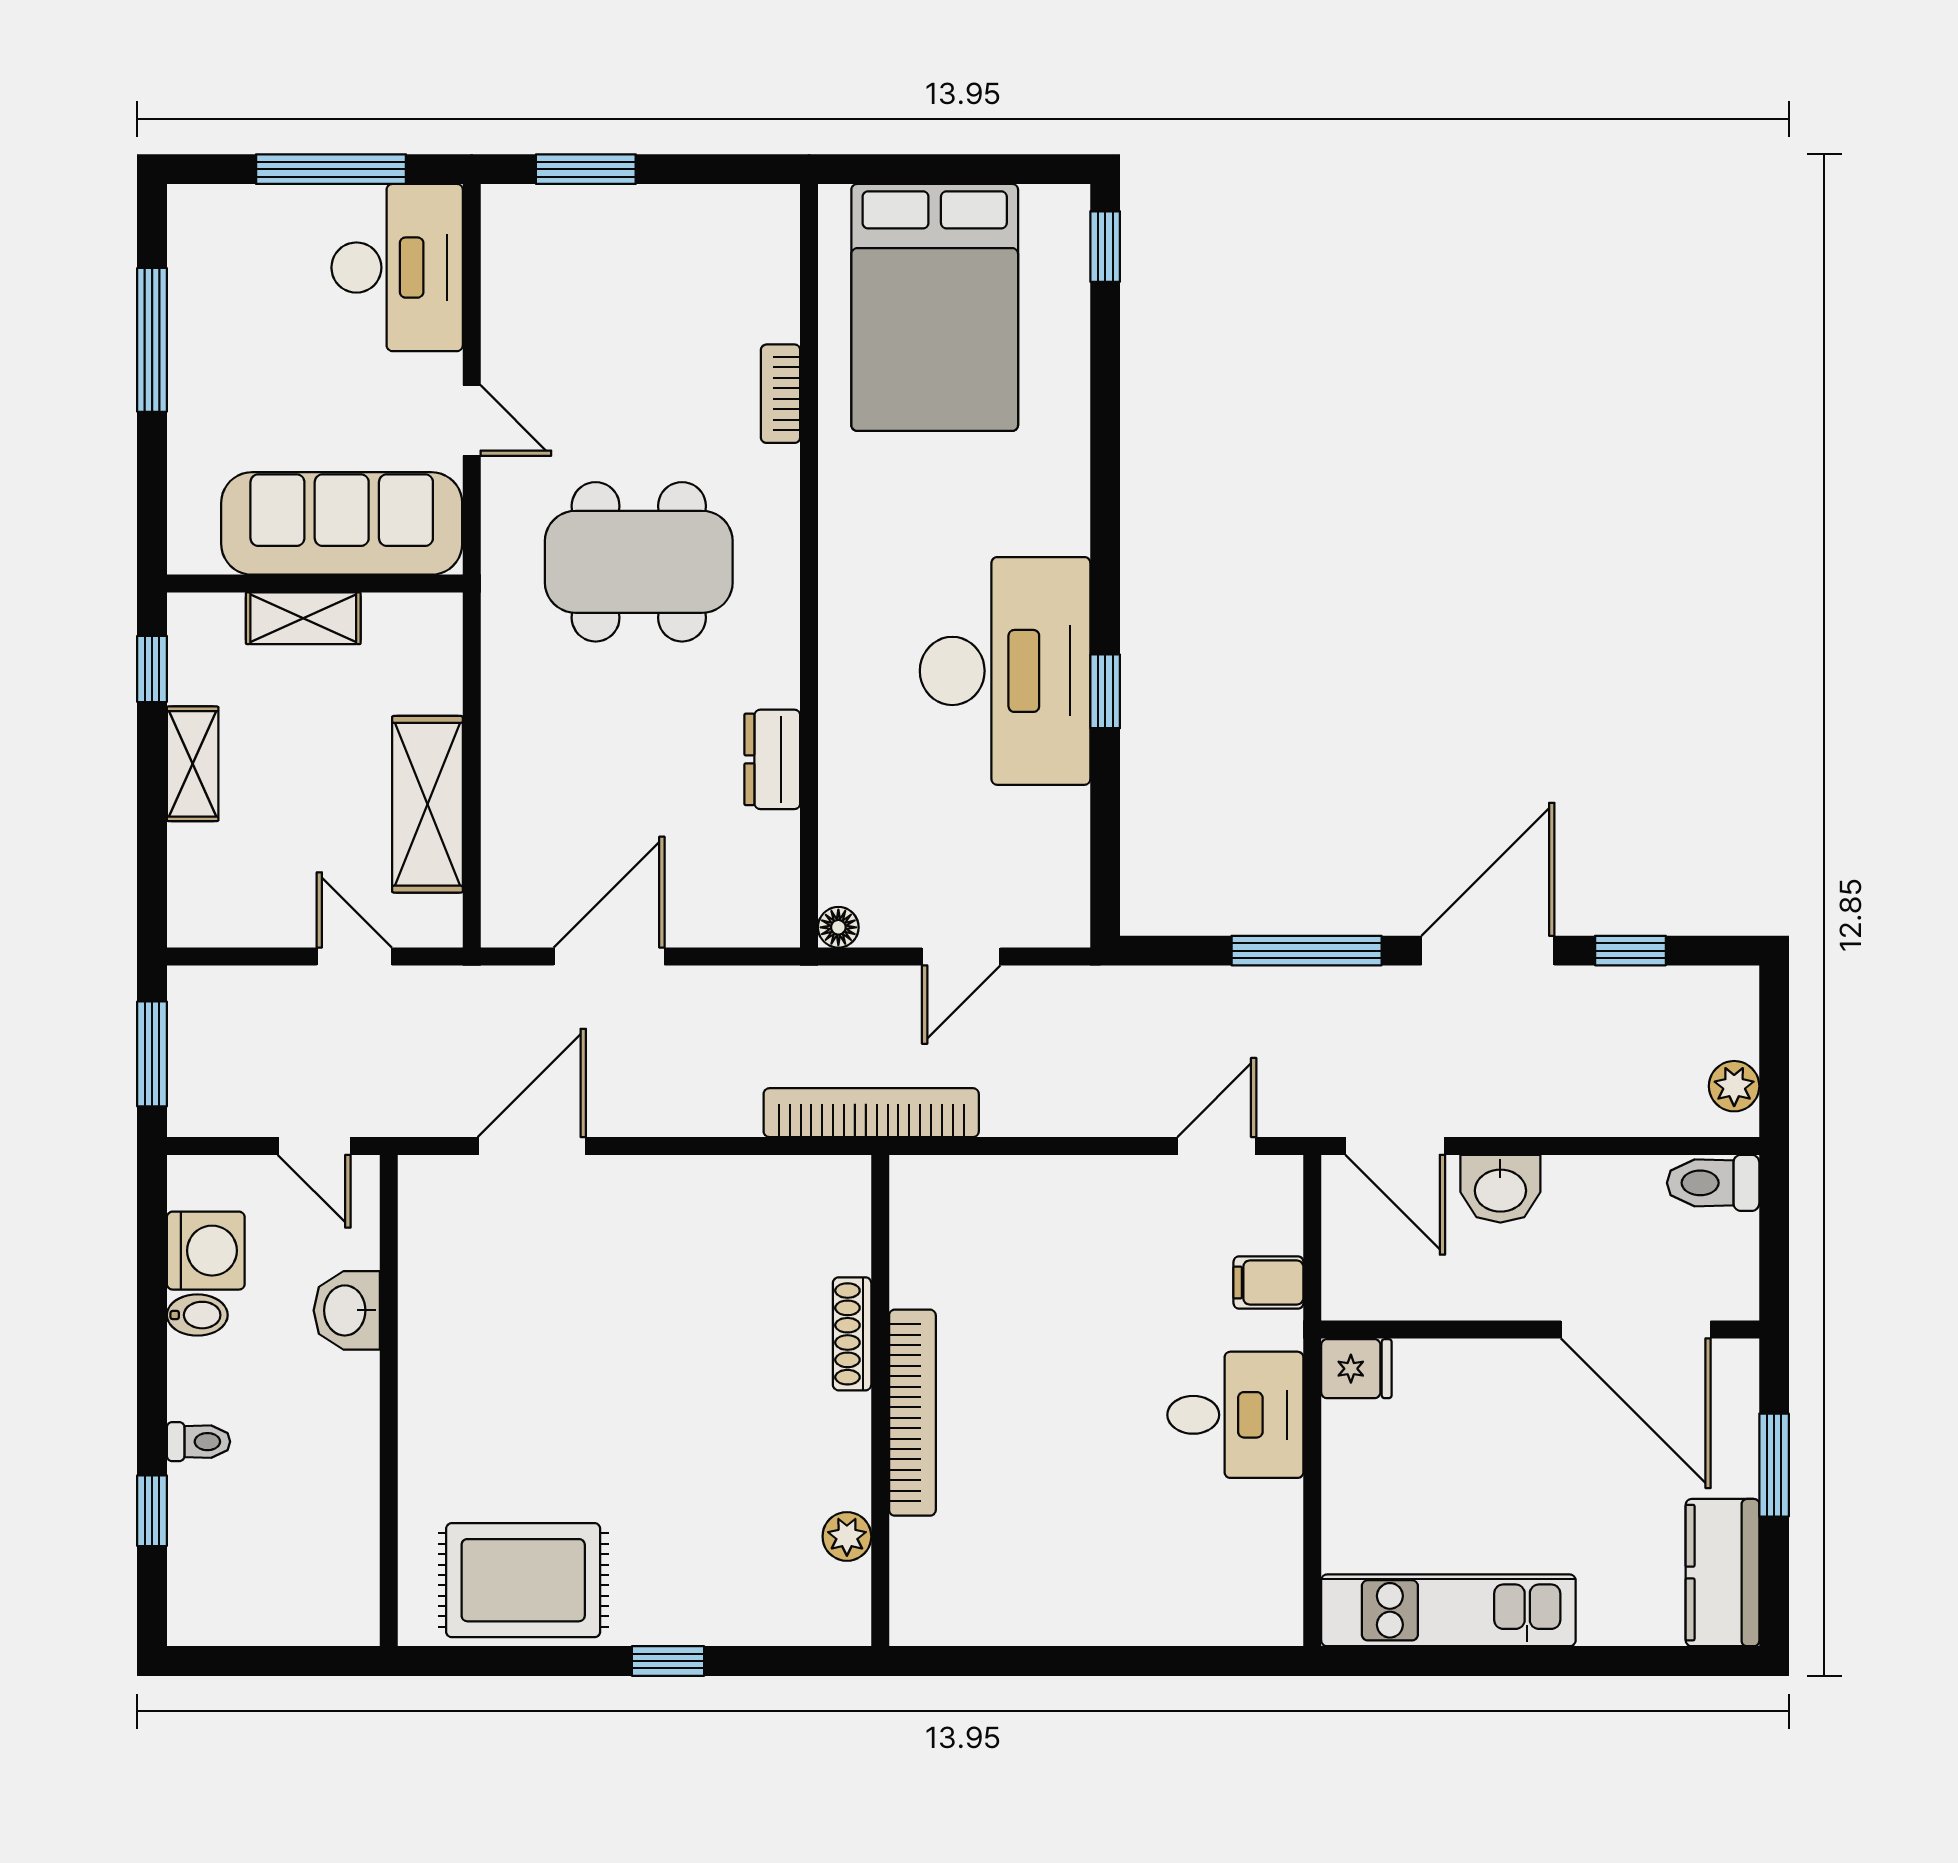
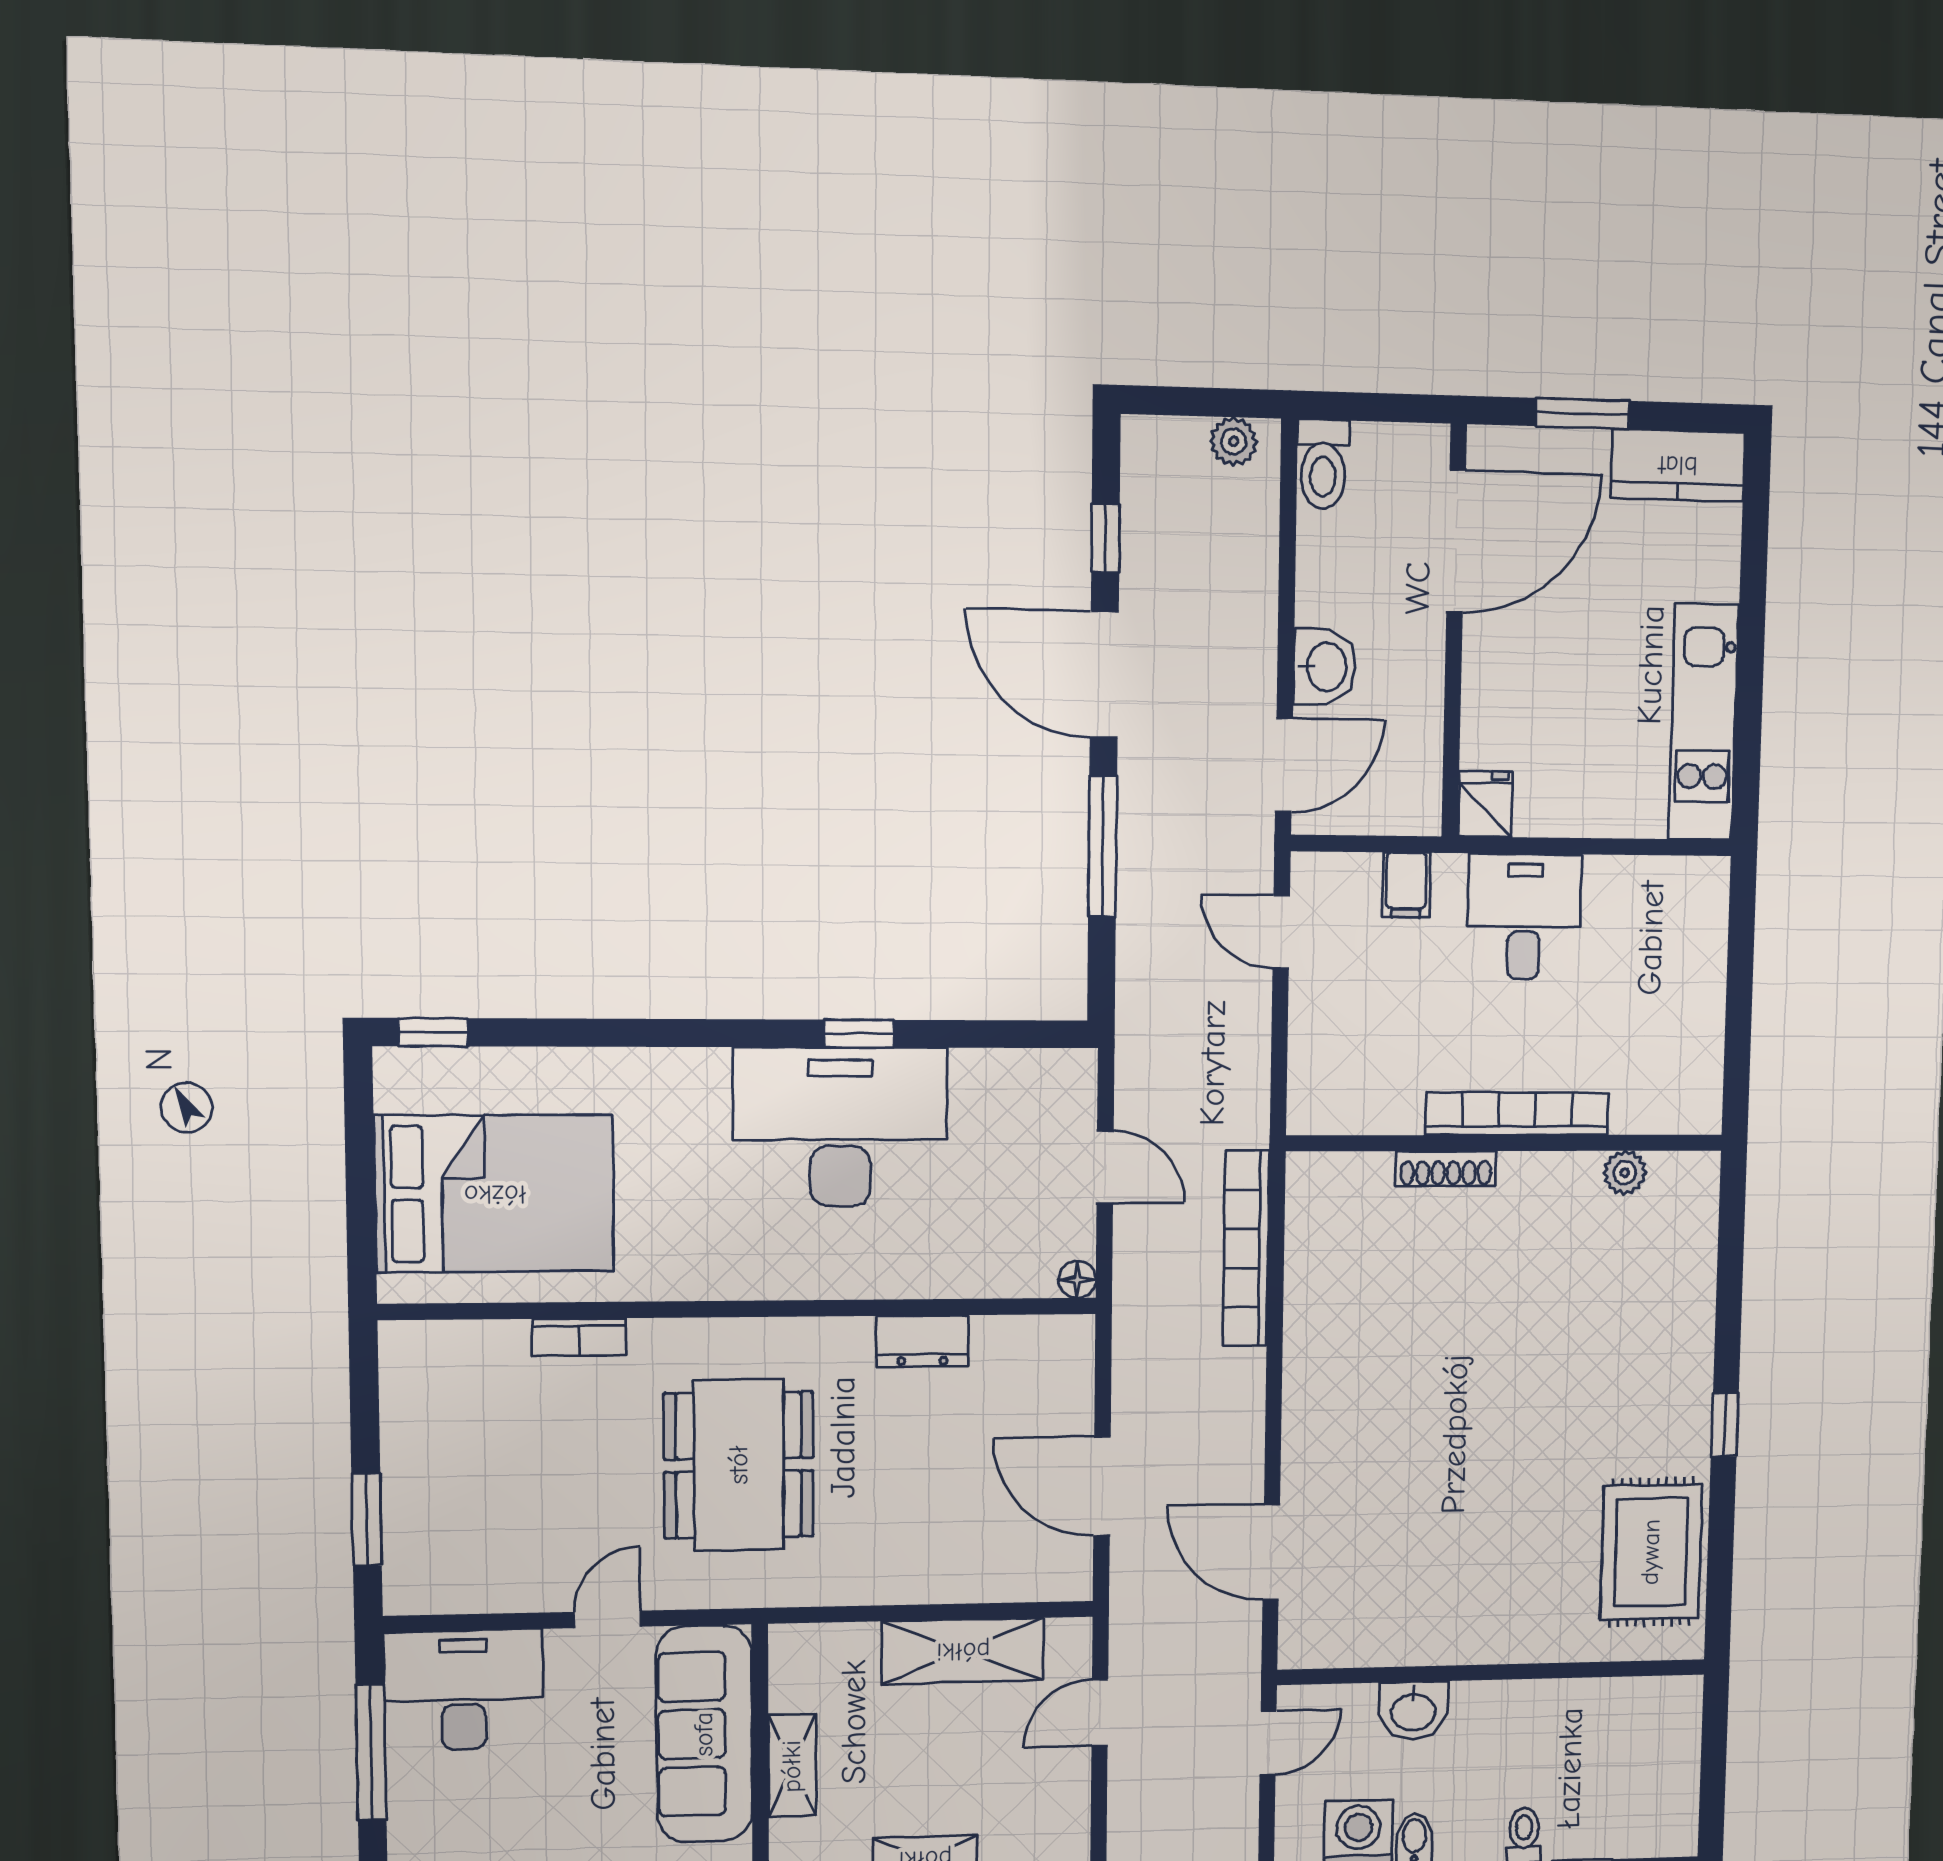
shoe rack: (852, 1334) -> (1446, 1169), moved
wall: (880, 1400) -> (1506, 1143), moved
bookcase: (912, 1413) -> (1517, 1114), moved
plant: (847, 1536) -> (1625, 1173), moved

